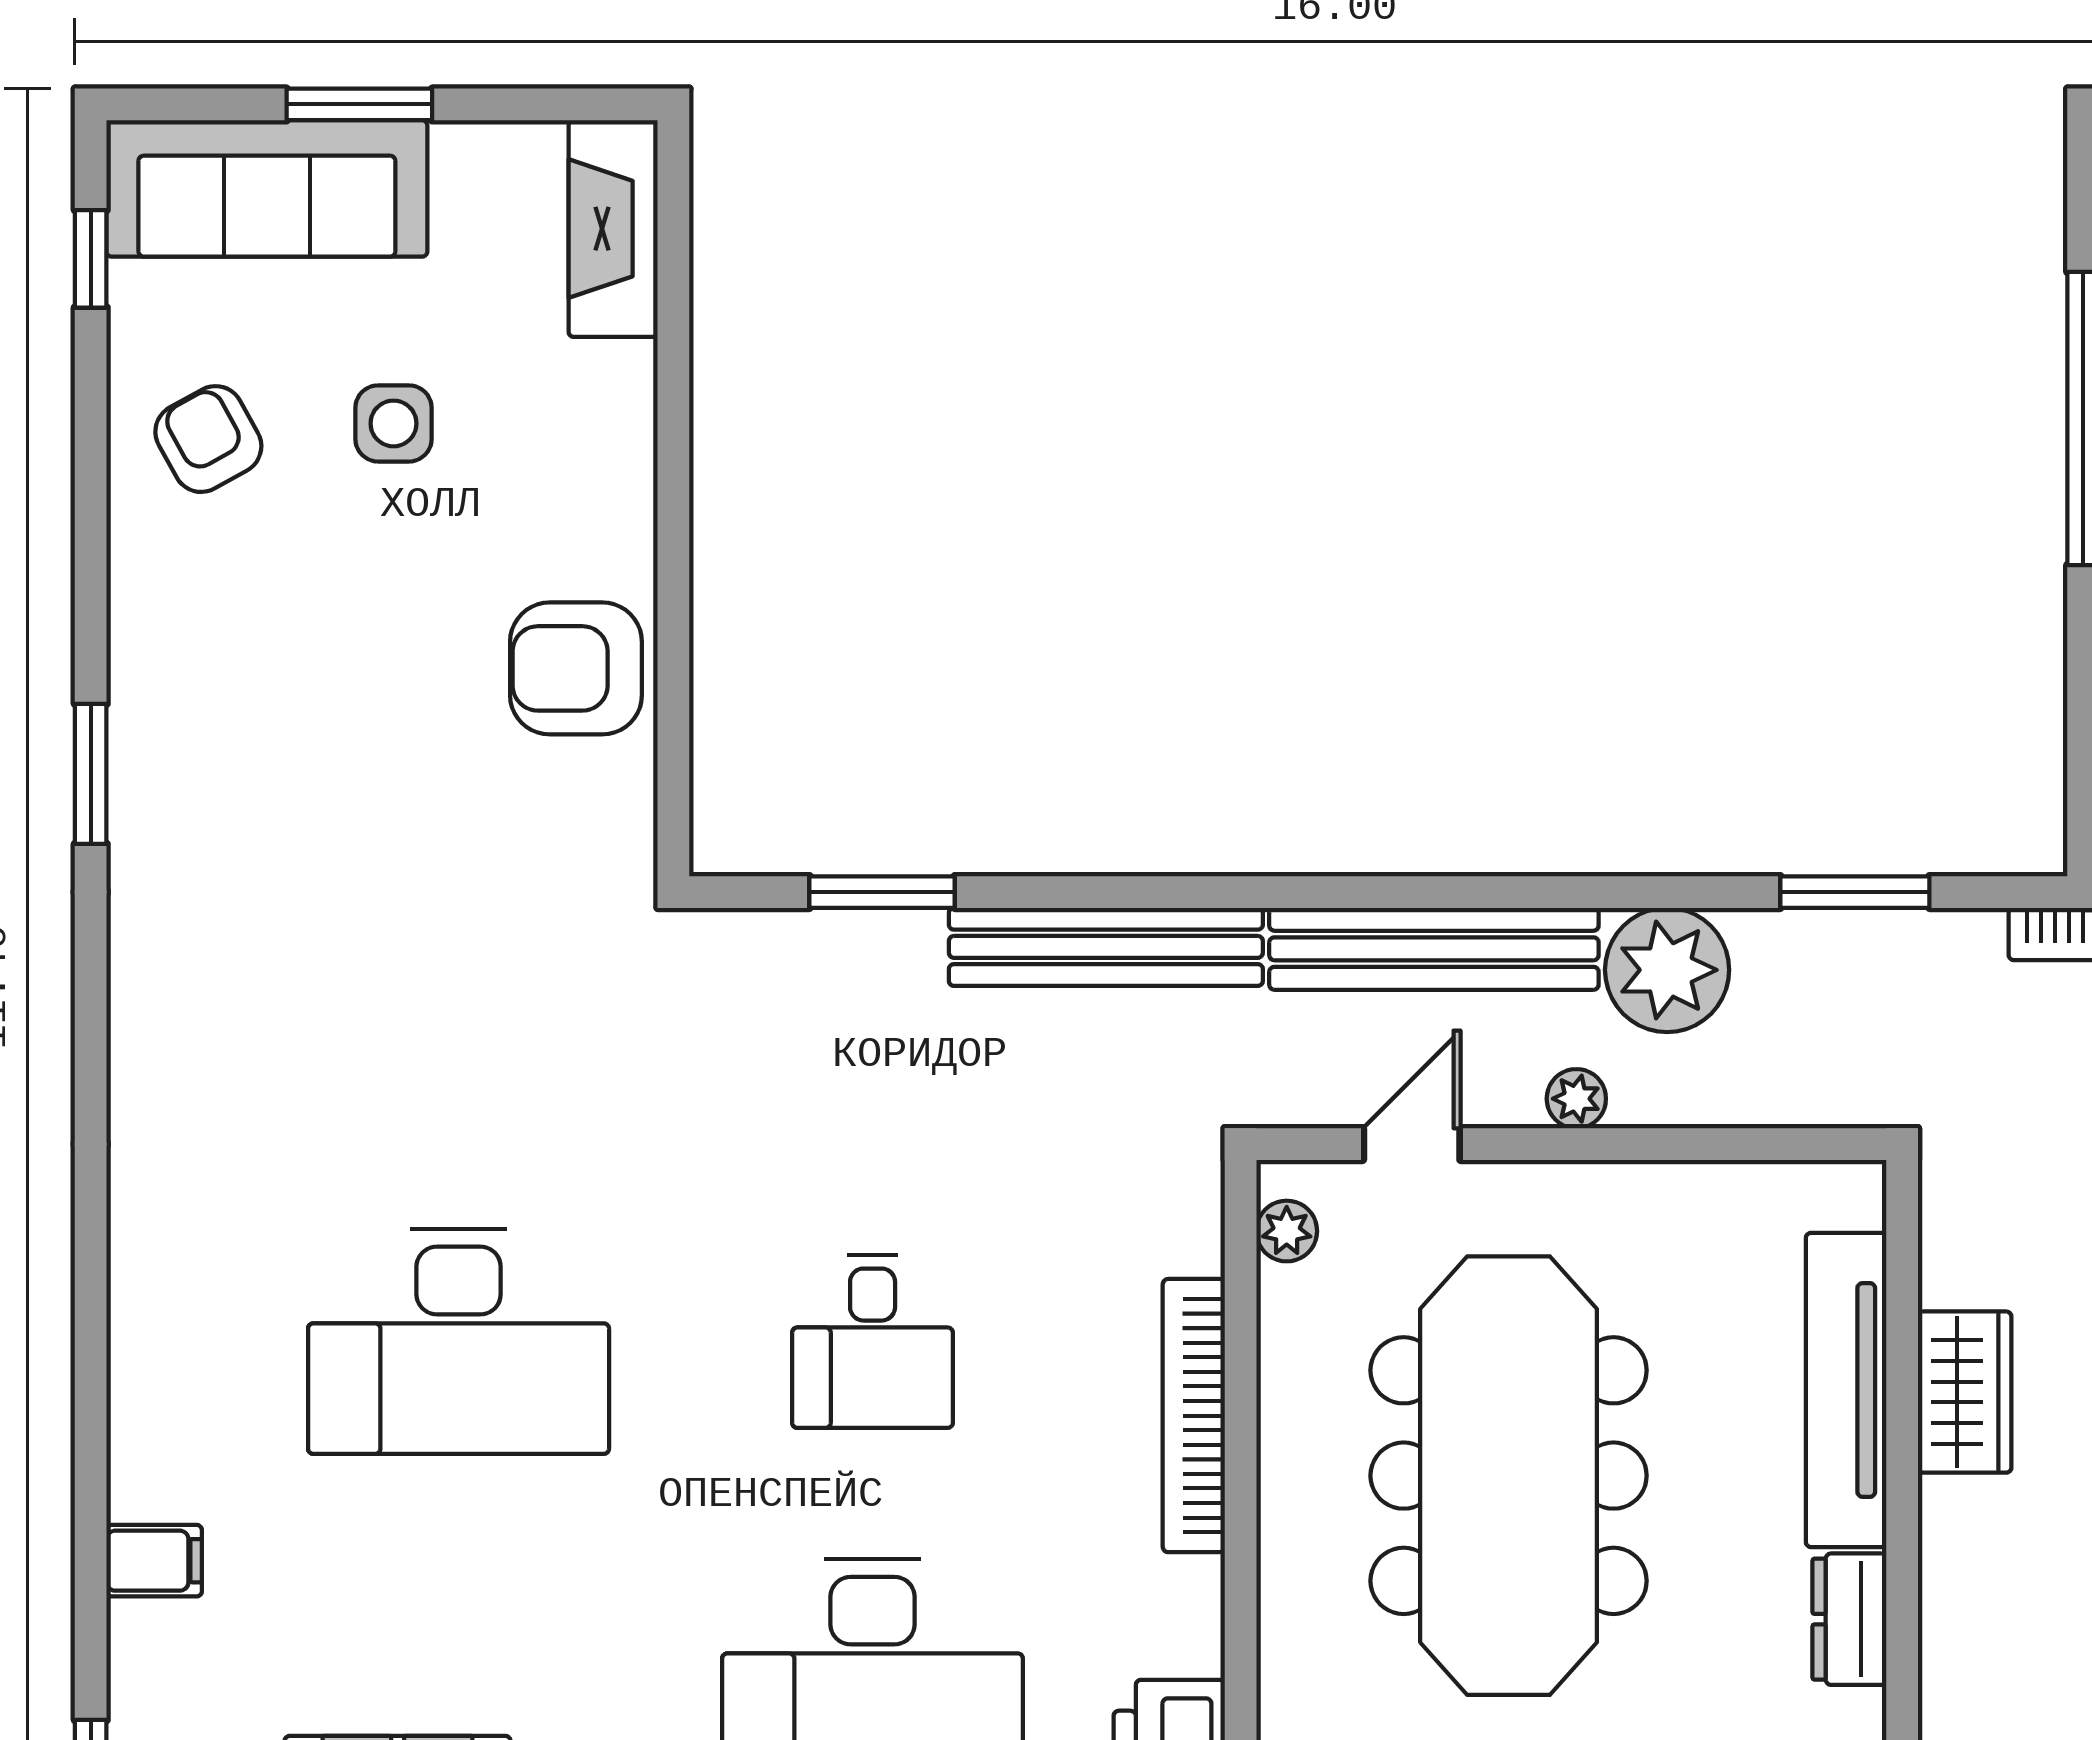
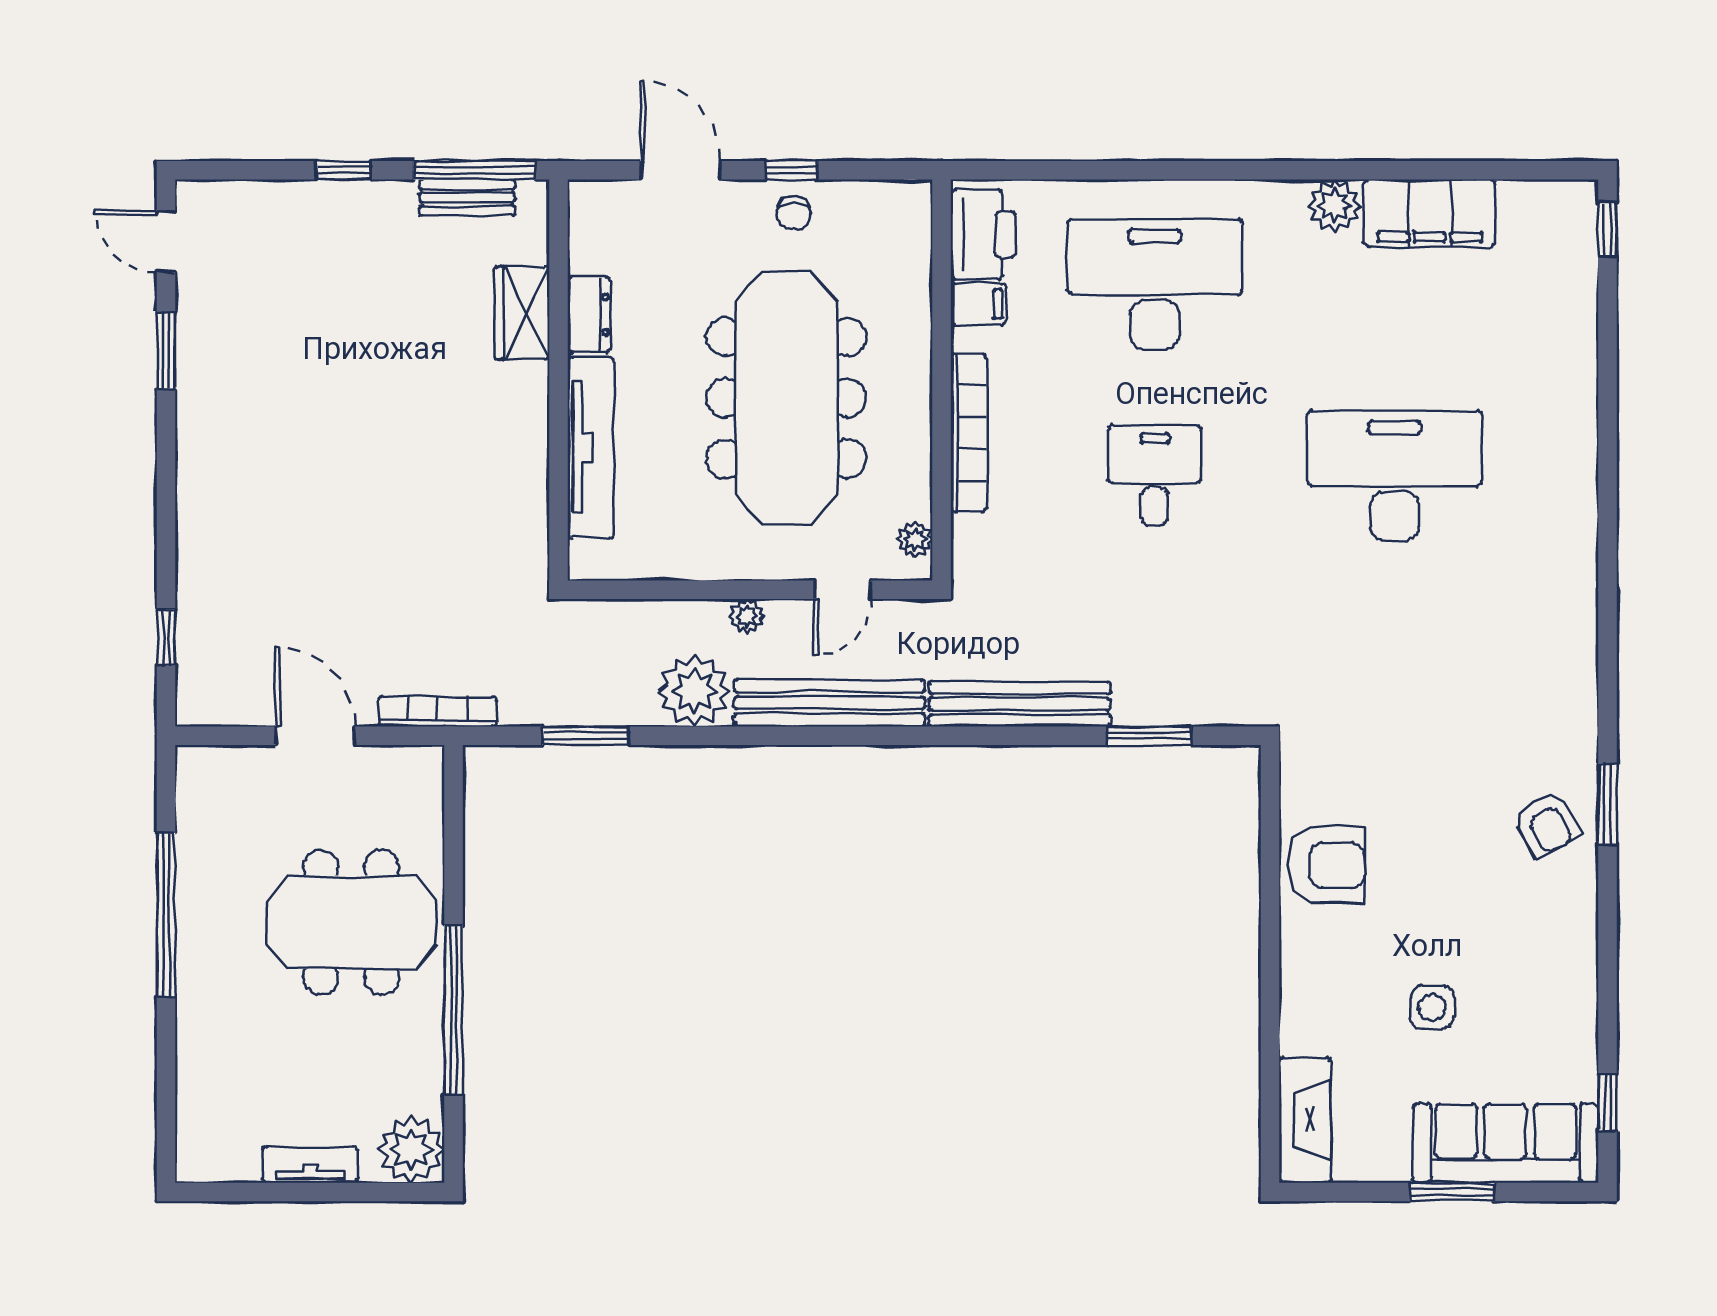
armchair: (208, 439) -> (1547, 824), moved
wardrobe: (1965, 1392) -> (522, 313), moved
filing cabinet: (154, 1561) -> (978, 304), moved, turned 180

